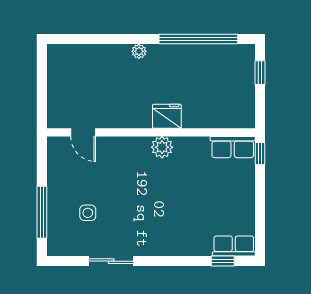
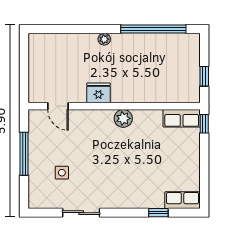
window: (260, 73) -> (204, 76), moved
fridge: (167, 116) -> (98, 93), moved
window: (42, 212) -> (24, 154), moved
window: (223, 261) -> (158, 213), moved

